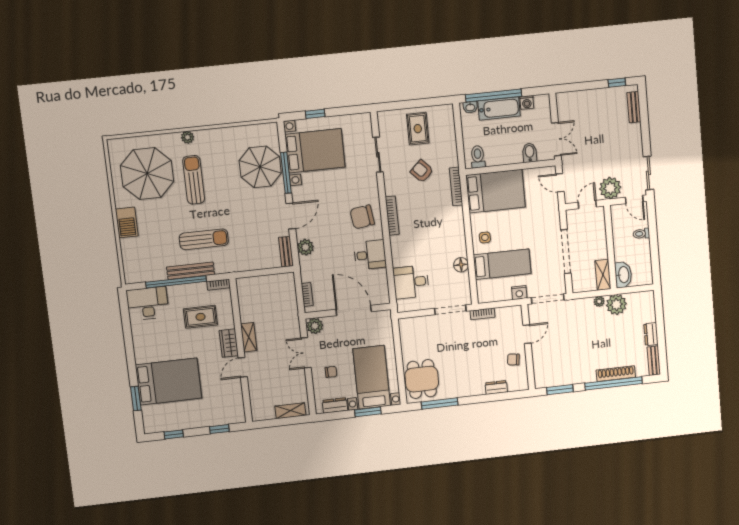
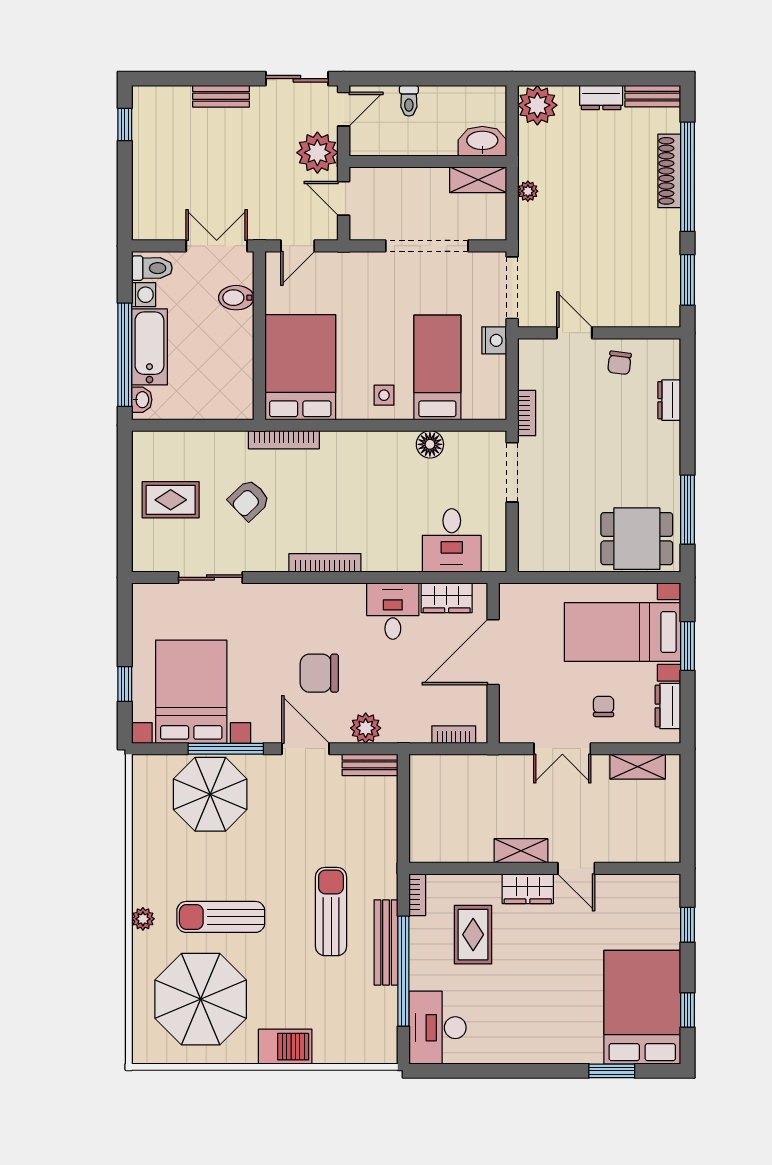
bench: (634, 107) -> (221, 96), moved
toilet: (478, 157) -> (152, 268), moved, turned 180
chair: (362, 217) -> (319, 673), moved, turned 98
wardrobe: (380, 283) -> (447, 598), added
plant: (616, 305) -> (537, 105), moved
plant: (315, 326) -> (514, 727), removed
bed: (169, 381) -> (642, 1007), moved
shelving: (290, 411) -> (638, 767), moved, turned 90

